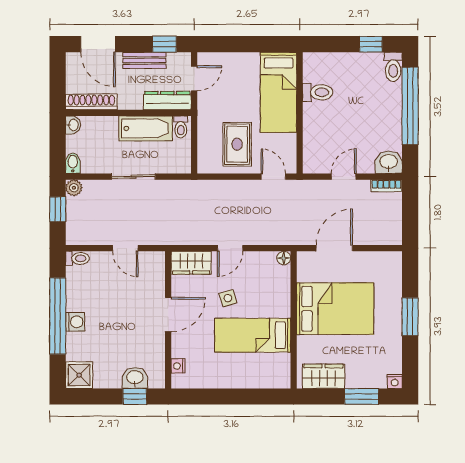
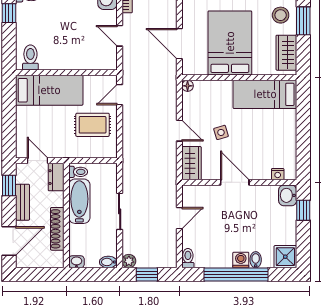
toilet: (318, 92) -> (30, 58), moved
dresser: (167, 101) -> (56, 177), width x0.70
shoe rack: (91, 102) -> (57, 229), moved
bed: (253, 335) -> (265, 94), moved, turned 90
bidet: (75, 340) -> (256, 260), added
stool: (369, 369) -> (281, 15), added
washbasin: (135, 378) -> (288, 195), moved

